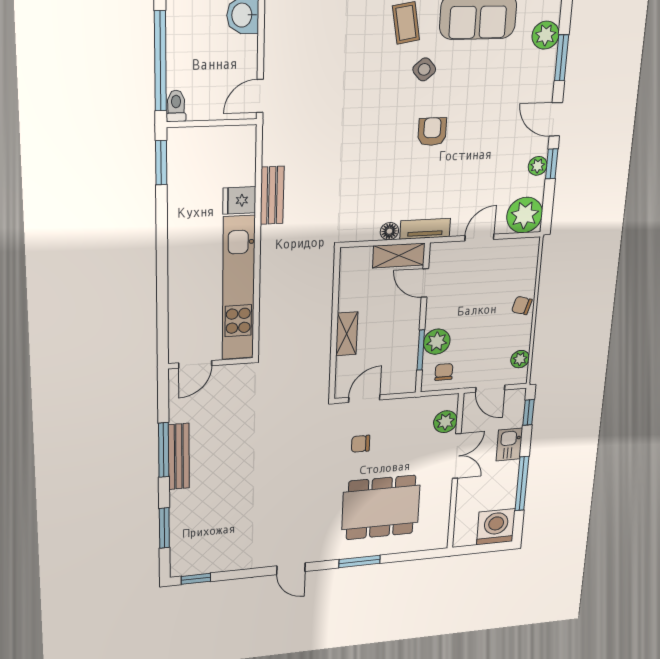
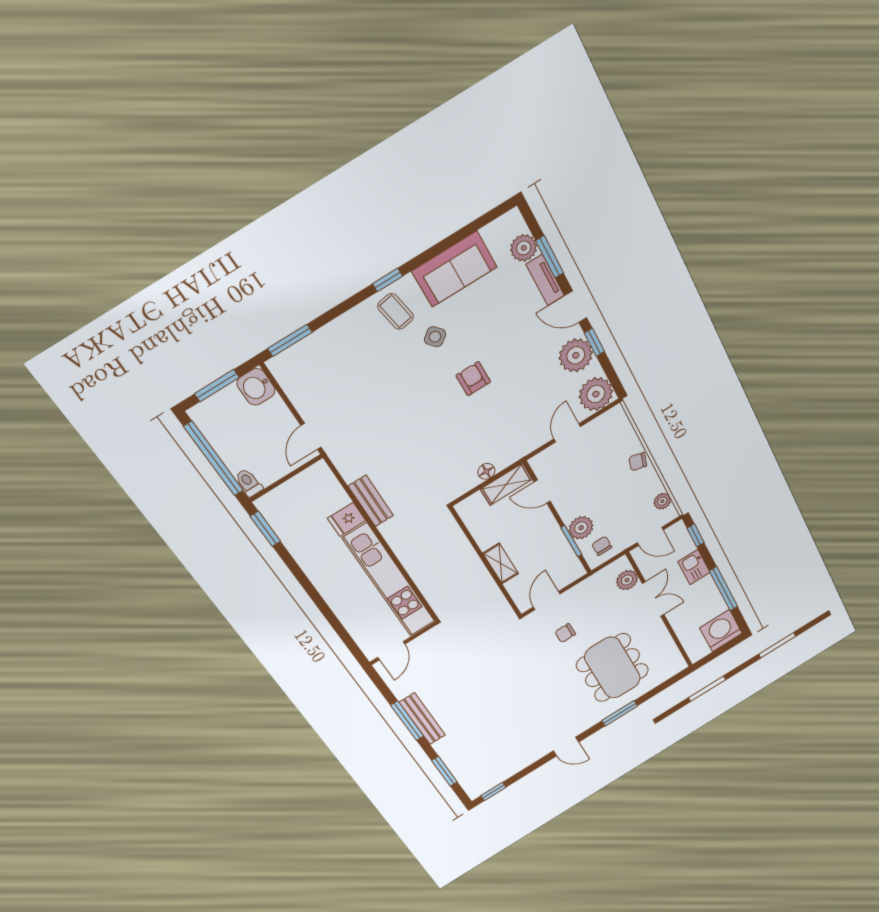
plant: (538, 166) -> (576, 355), width x1.87, depth x1.87
tv unit: (425, 229) -> (545, 280), moved, turned -90
dining table: (381, 507) -> (613, 668), turned 90

